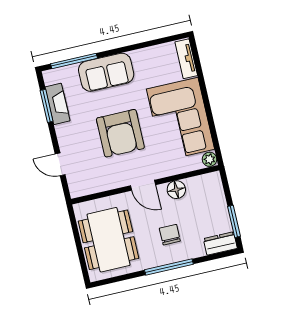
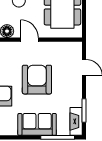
fireplace: (58, 104) -> (76, 121), moved

